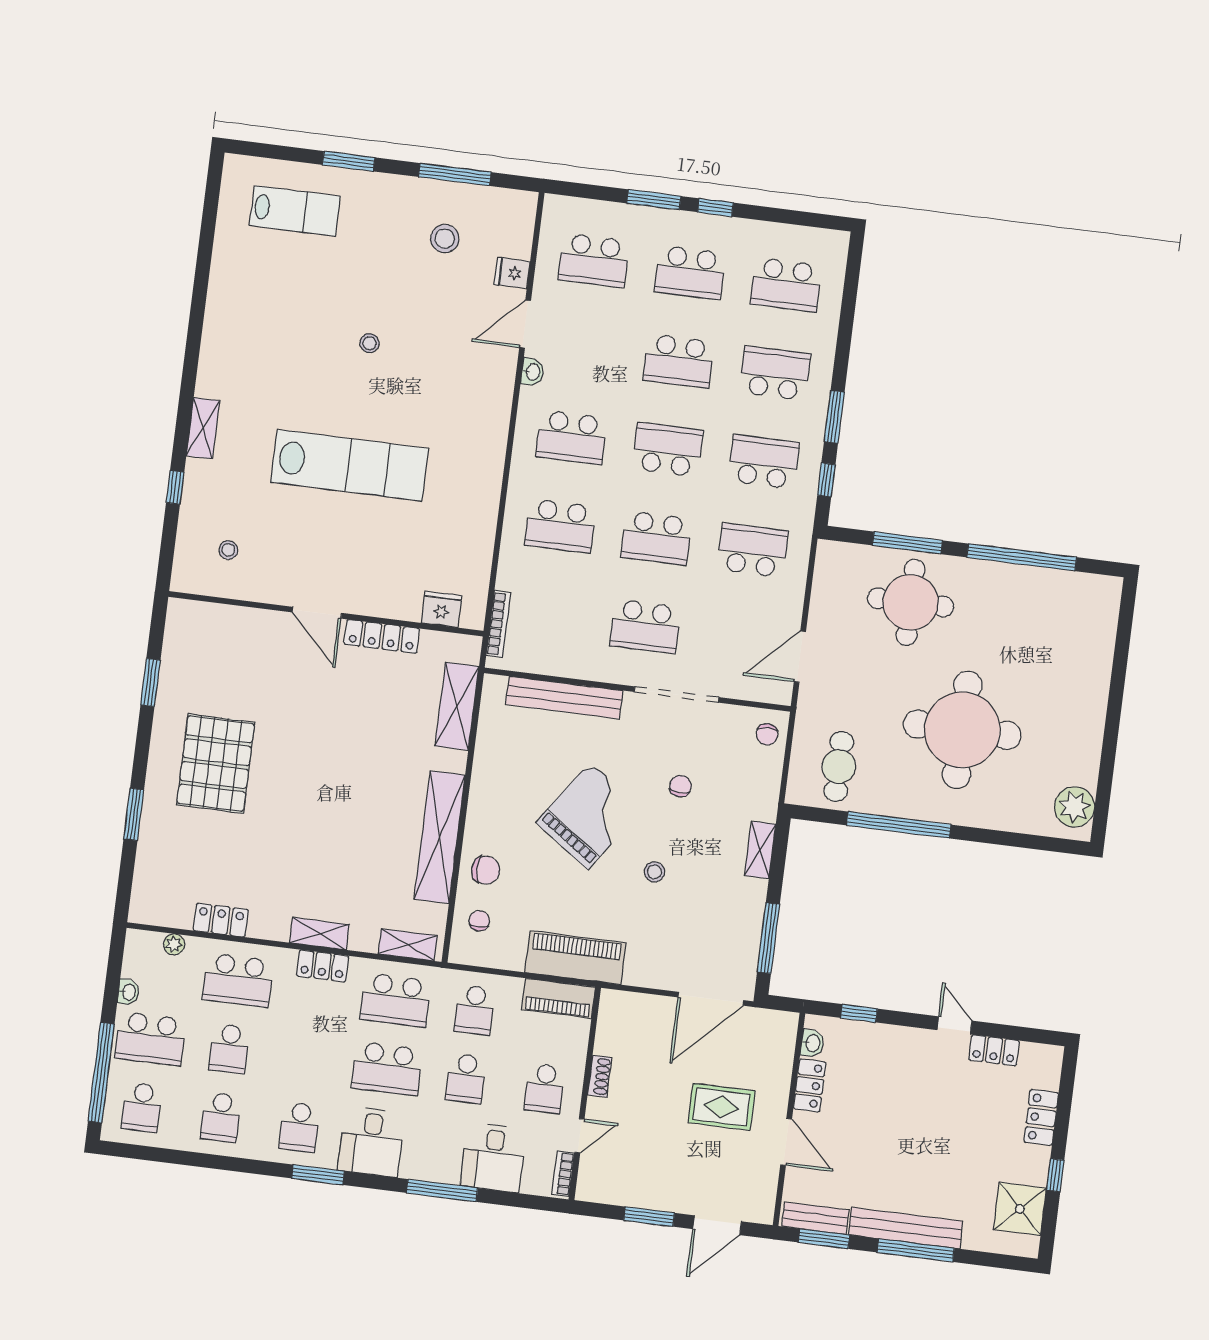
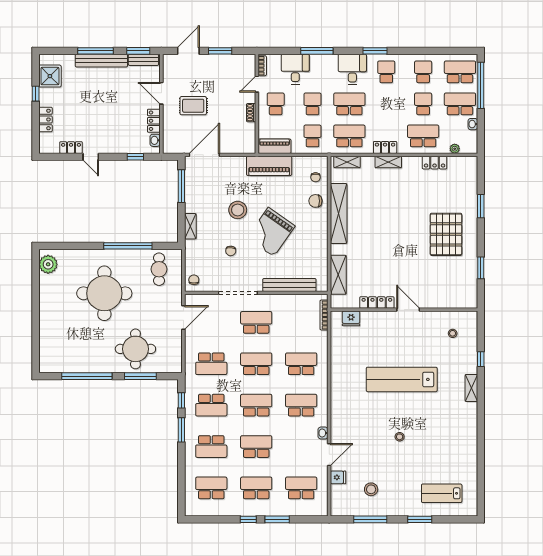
school desk: (668, 450) -> (256, 405), turned 180
stool: (654, 872) -> (238, 210), width x1.89, depth x1.89
school desk: (142, 1107) -> (460, 72), width x1.85

